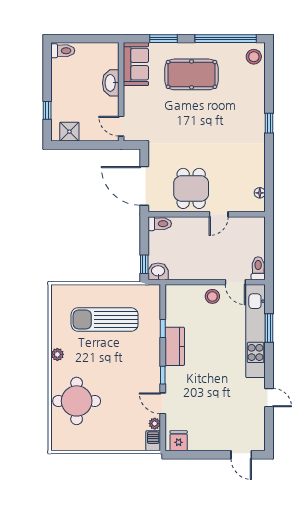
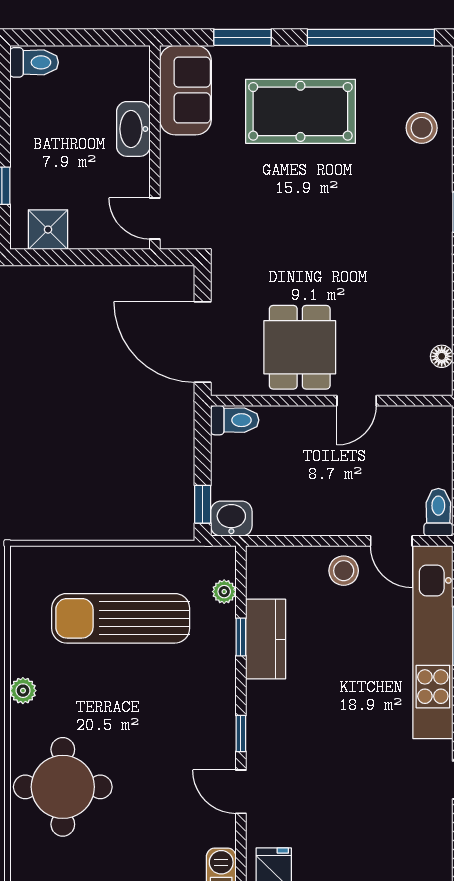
stool: (254, 57) -> (422, 128), moved
kitchen counter: (175, 346) -> (266, 639), moved
plant: (155, 424) -> (224, 592), moved

